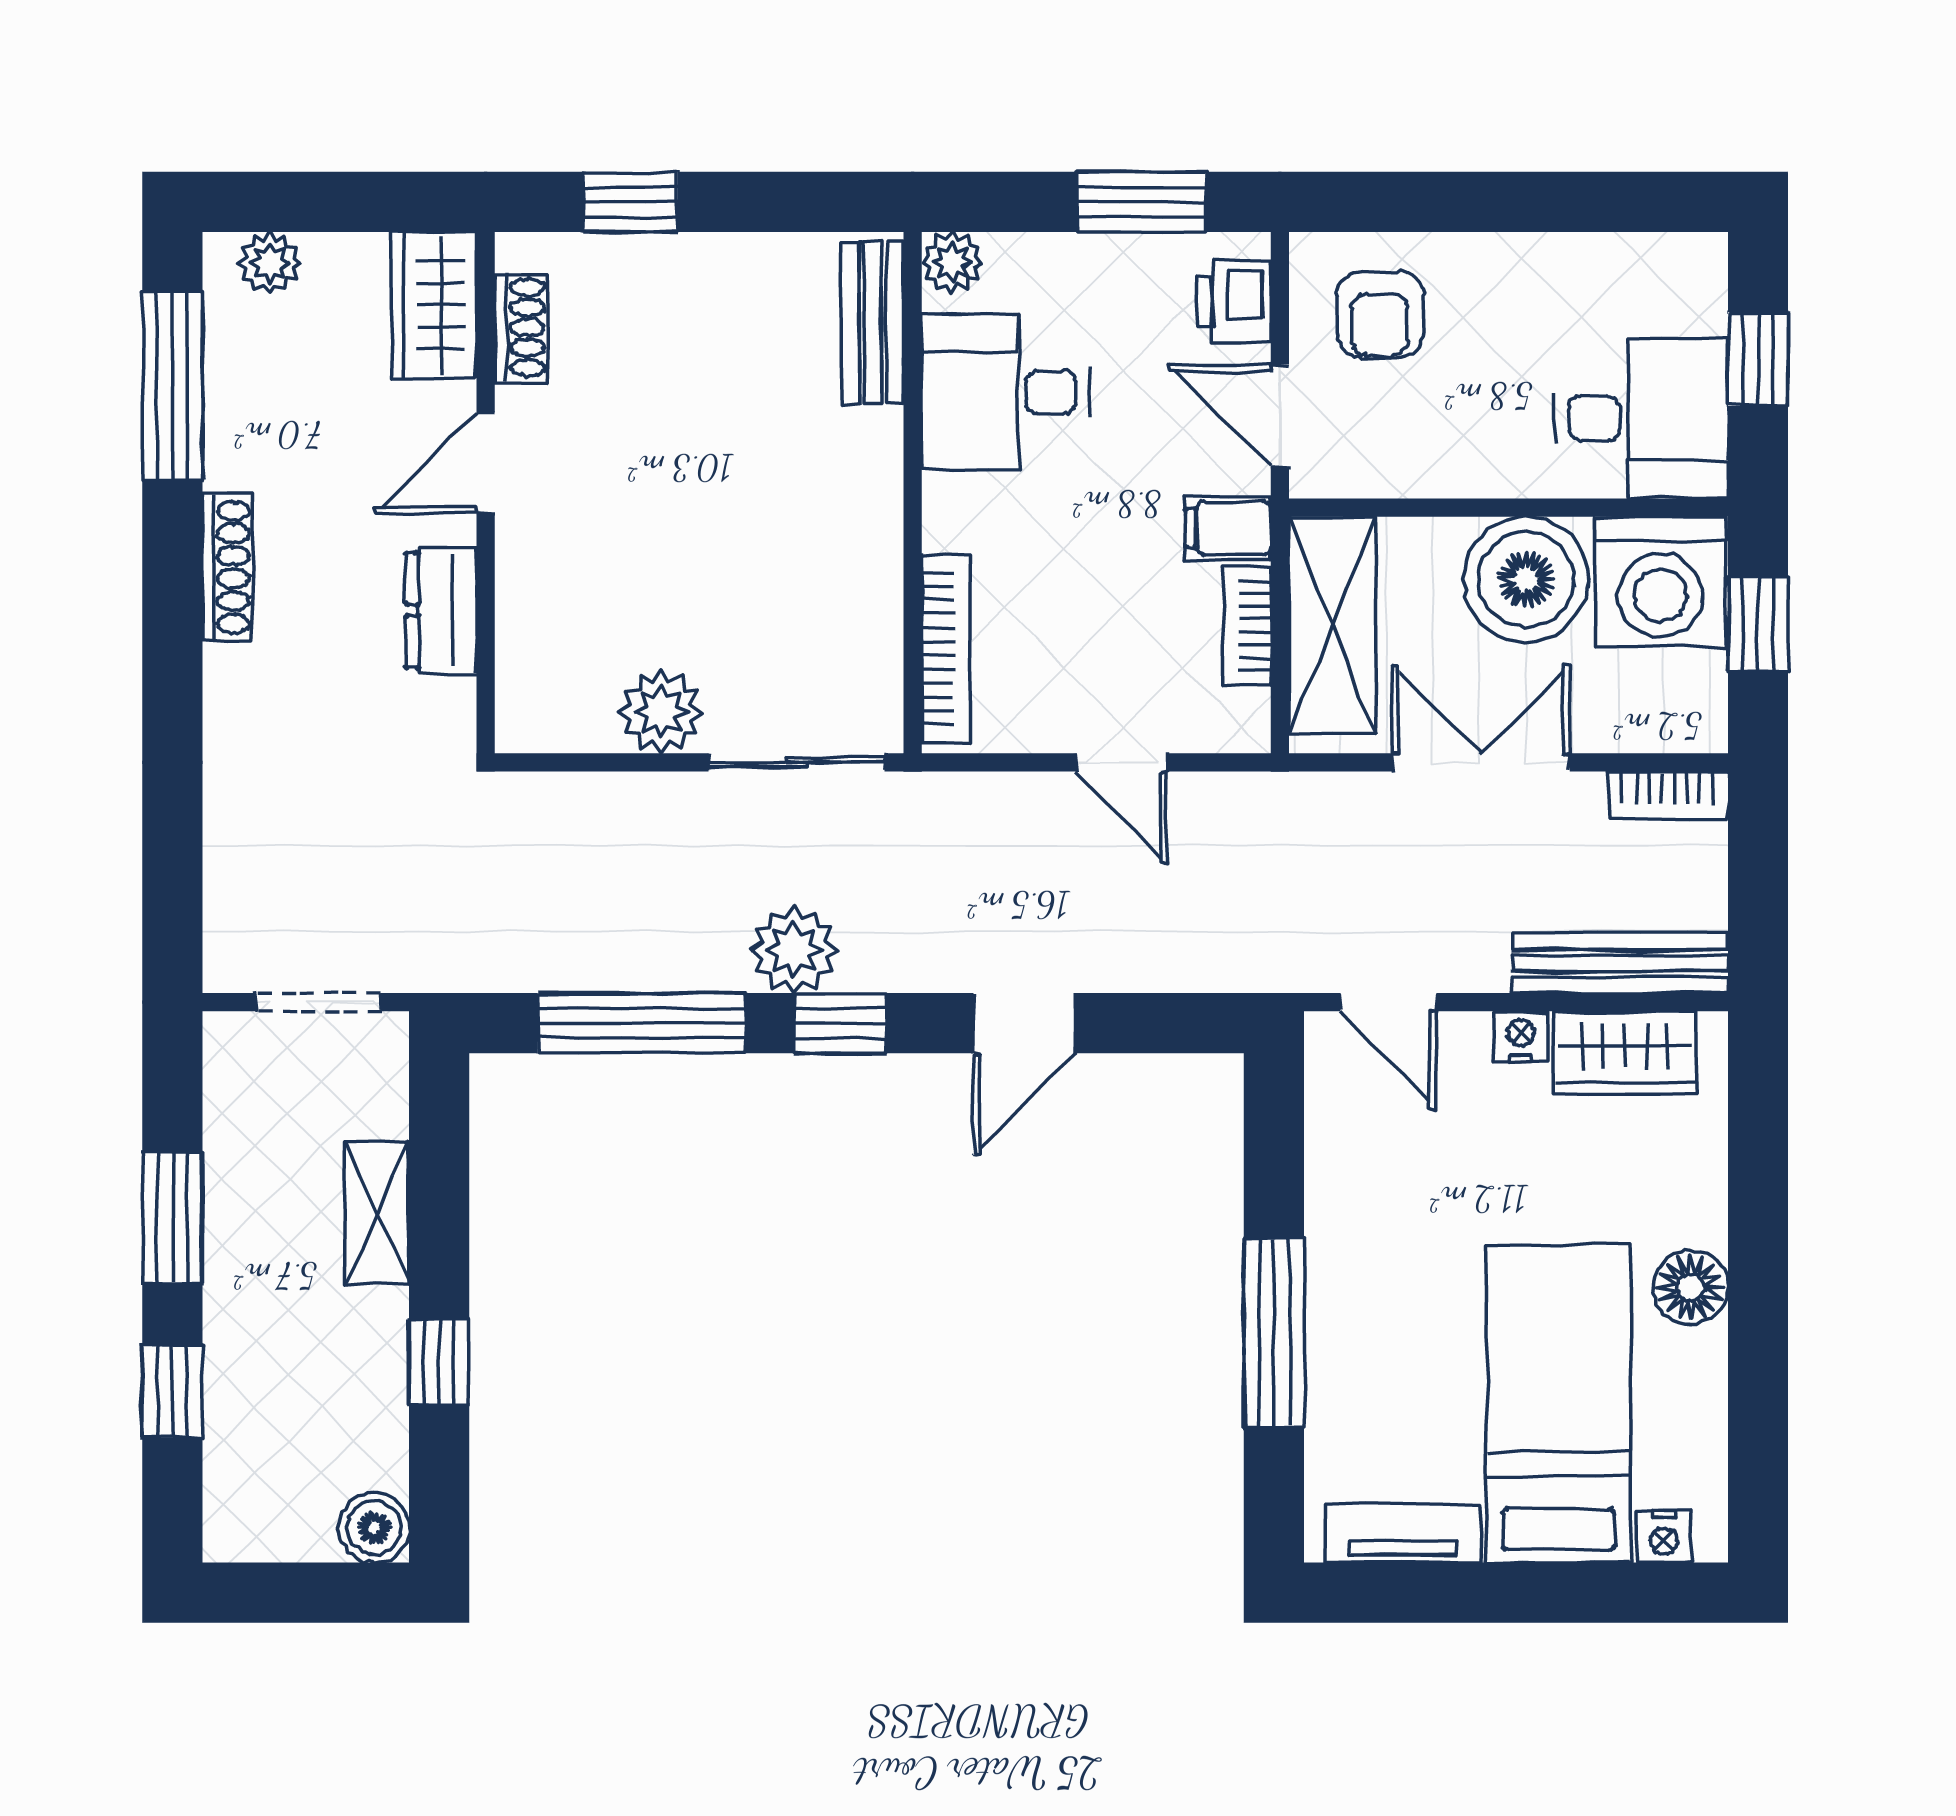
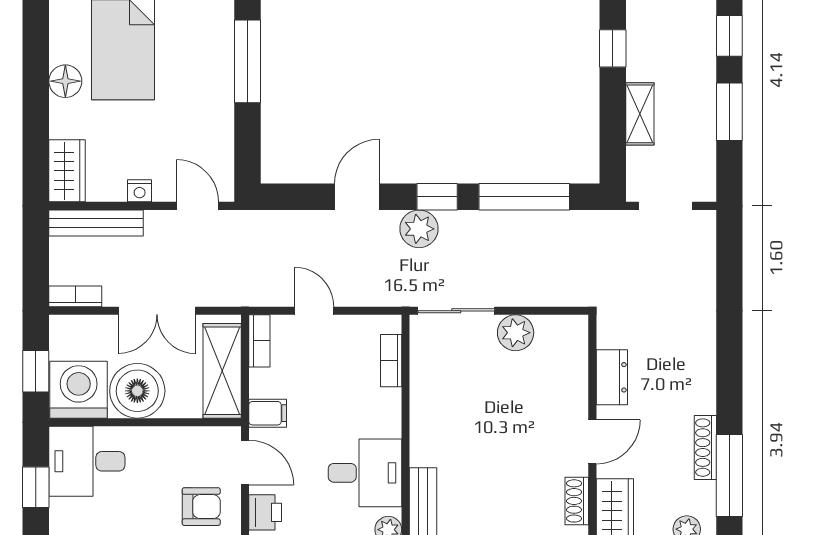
armchair: (1380, 315) -> (201, 507), turned 90
shoe rack: (227, 567) -> (705, 448), moved
bookcase: (1247, 626) -> (259, 341), moved
bookcase: (946, 649) -> (391, 361), width x0.64
plant: (794, 950) -> (419, 229), moved
wardrobe: (1625, 1052) -> (67, 171), moved, turned 90

